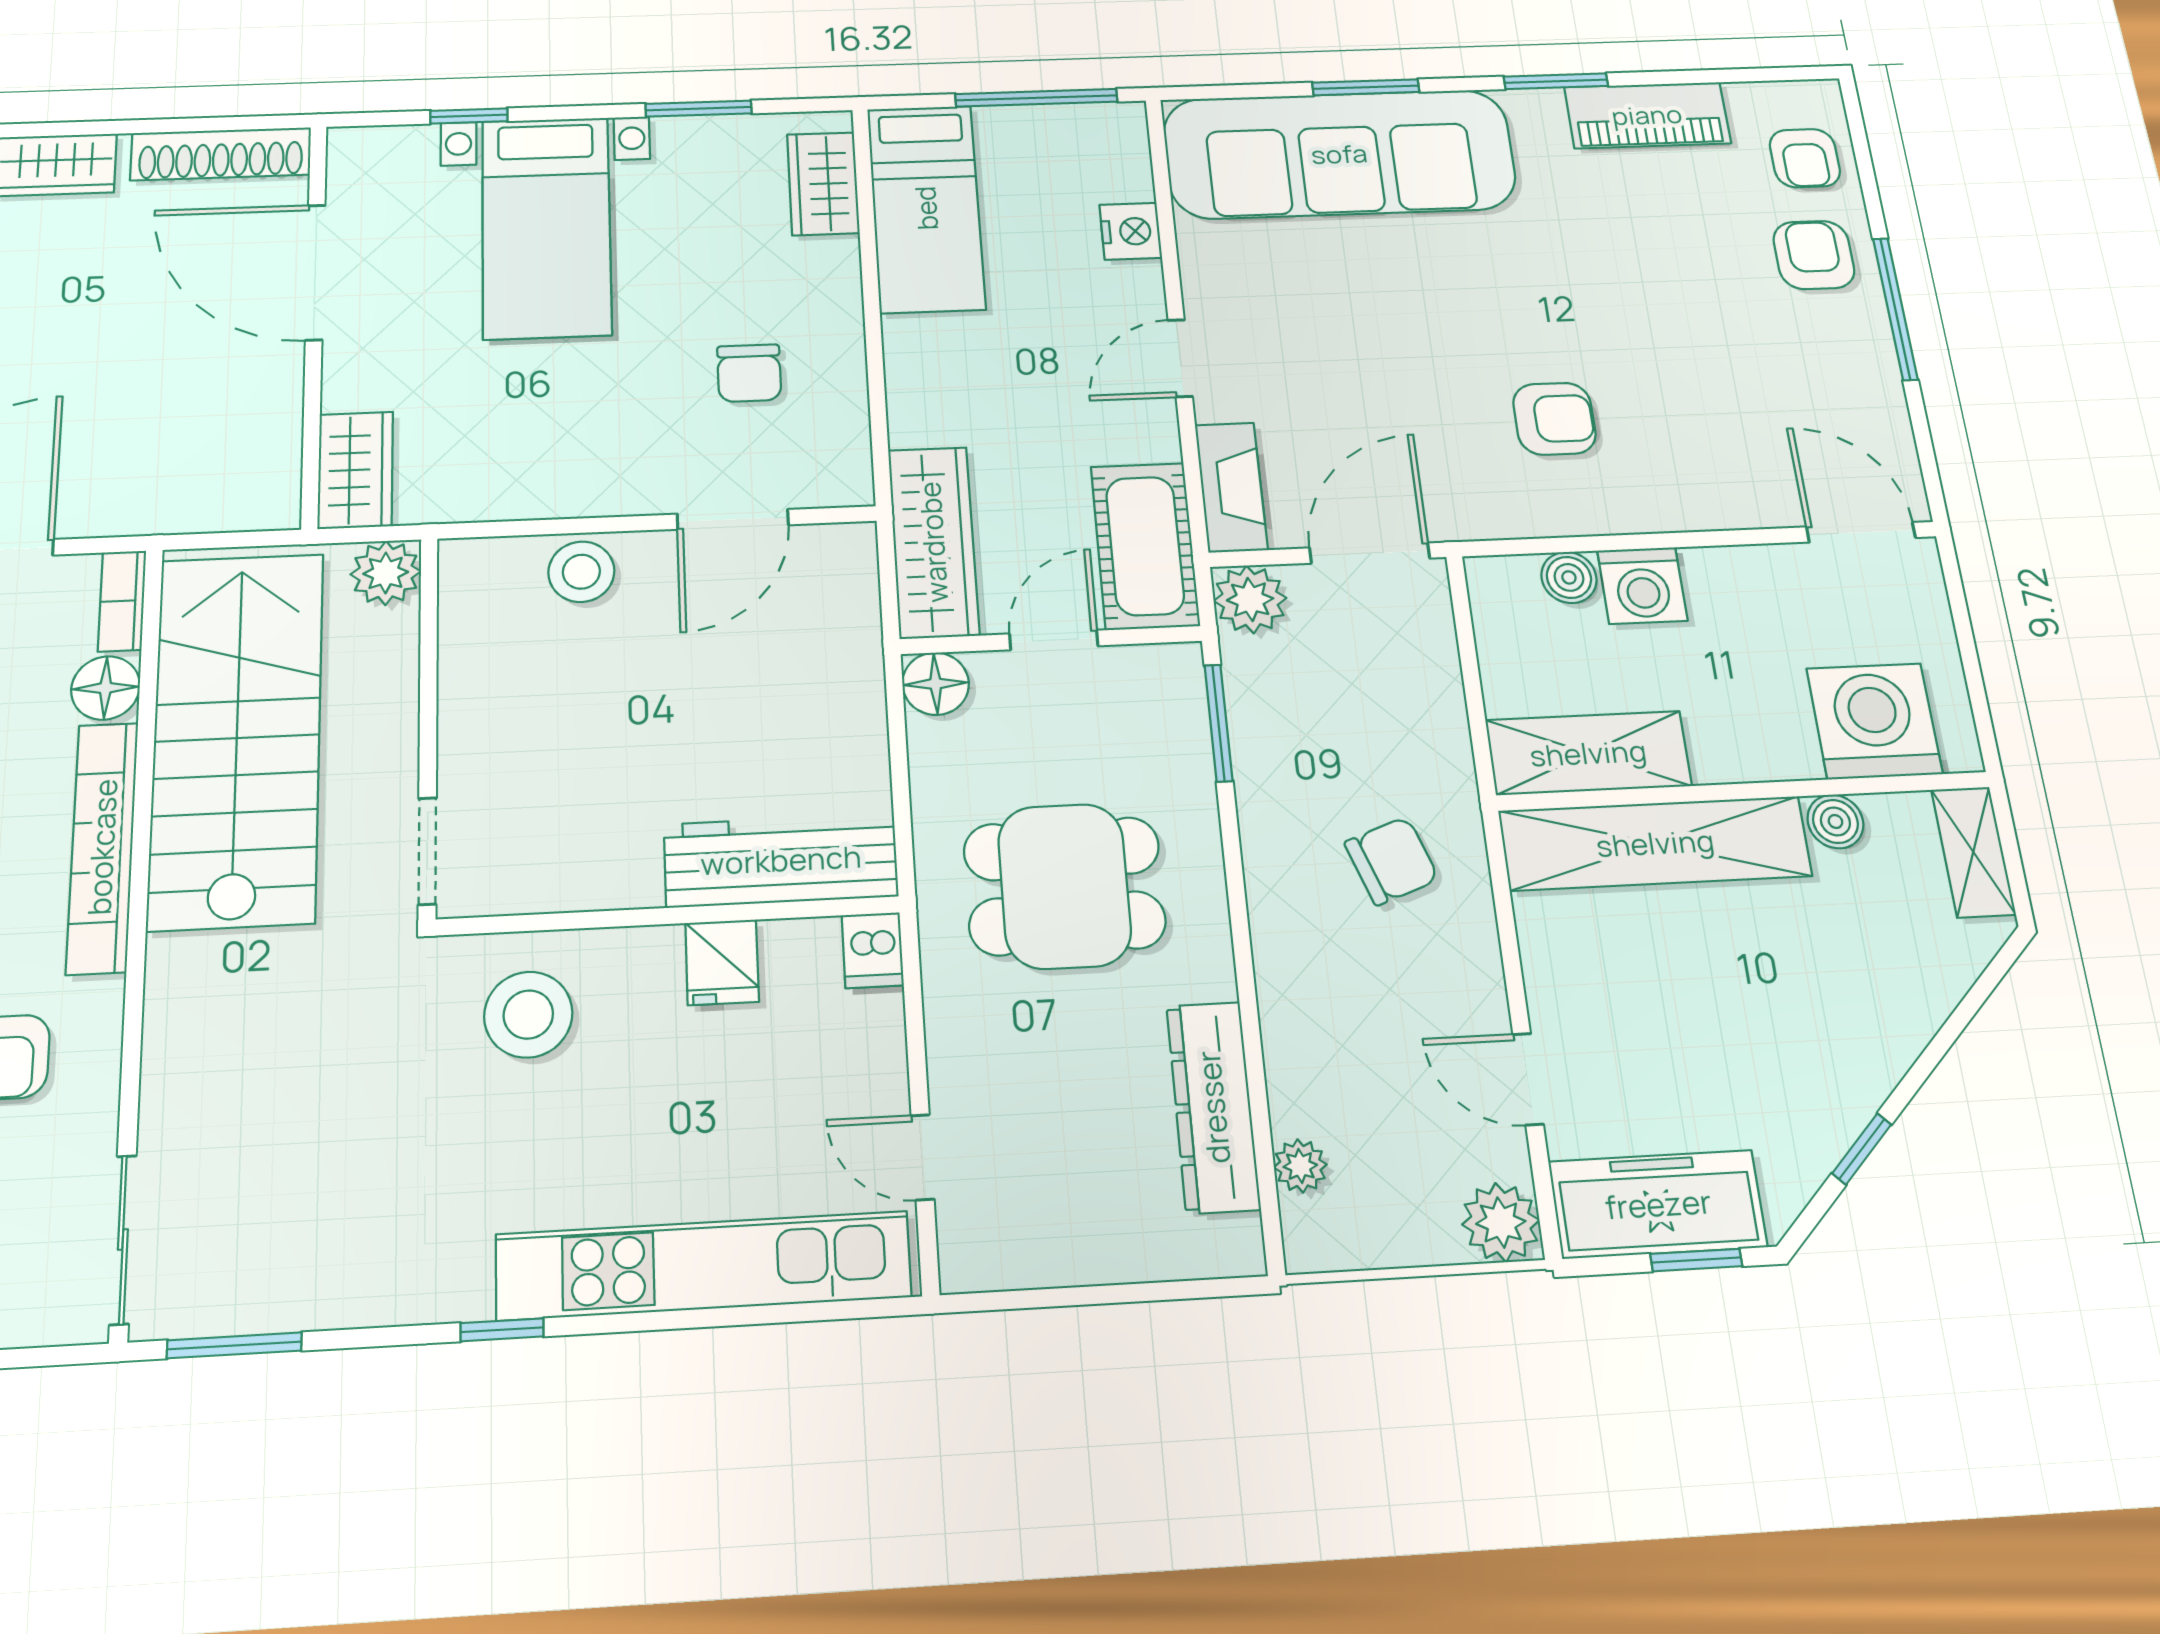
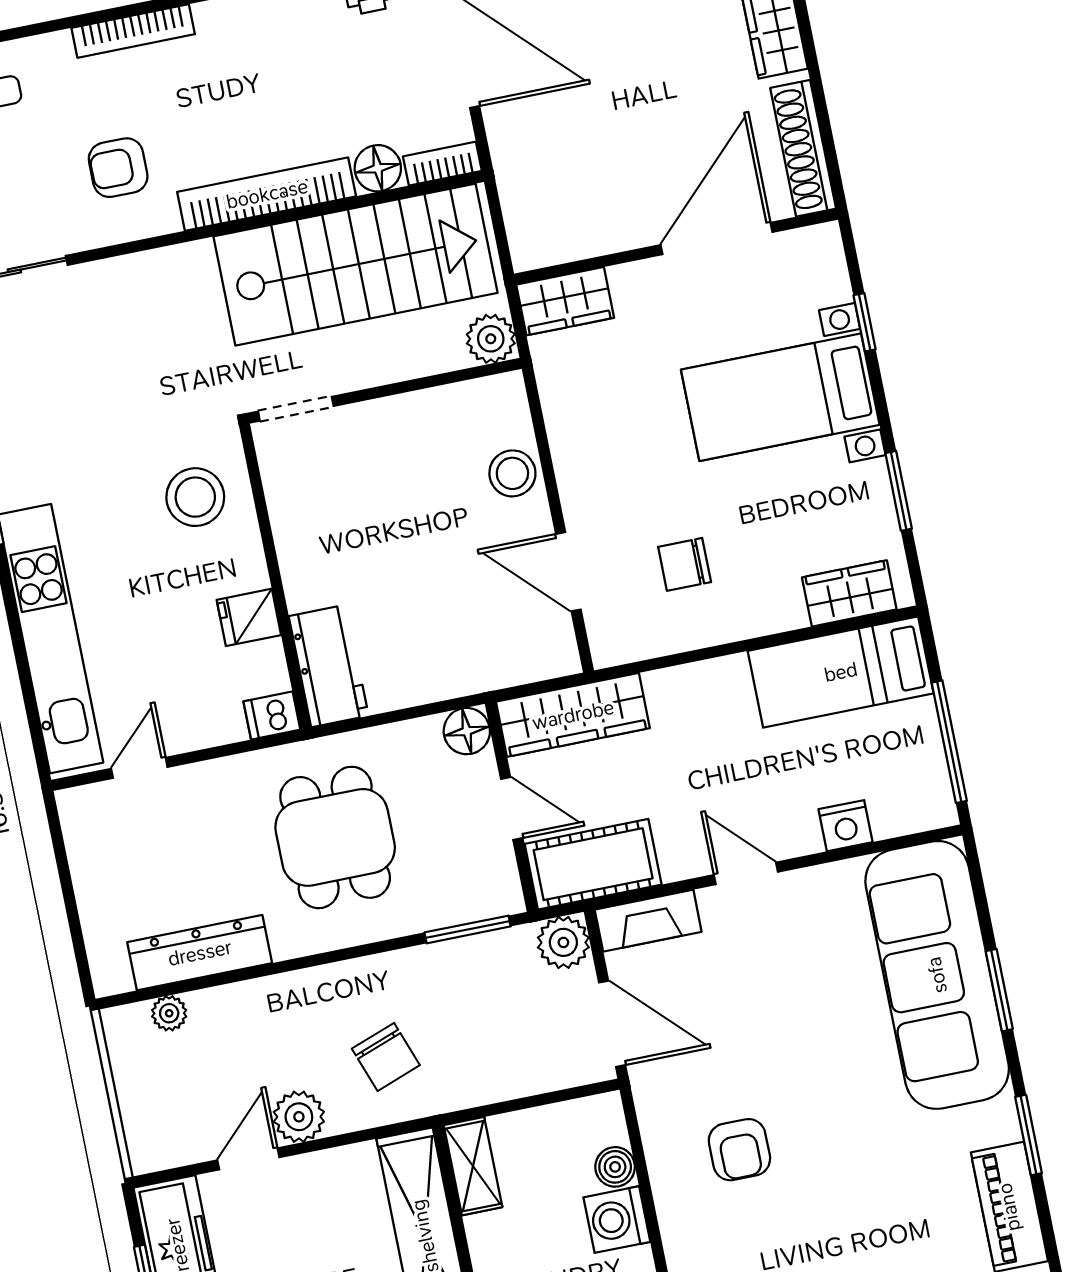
shelving: (1588, 753) -> (473, 1166), width x0.67, depth x0.75
workbench: (781, 860) -> (329, 666), width x0.73
plant: (1501, 1222) -> (299, 1117), moved

